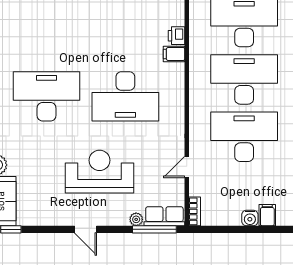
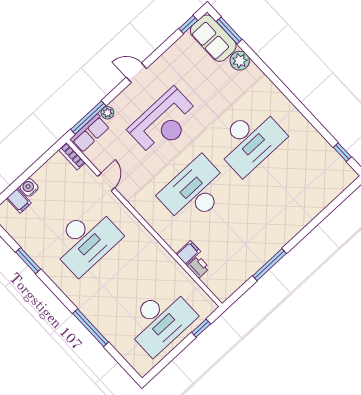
desk: (244, 79) -> (123, 280), removed

